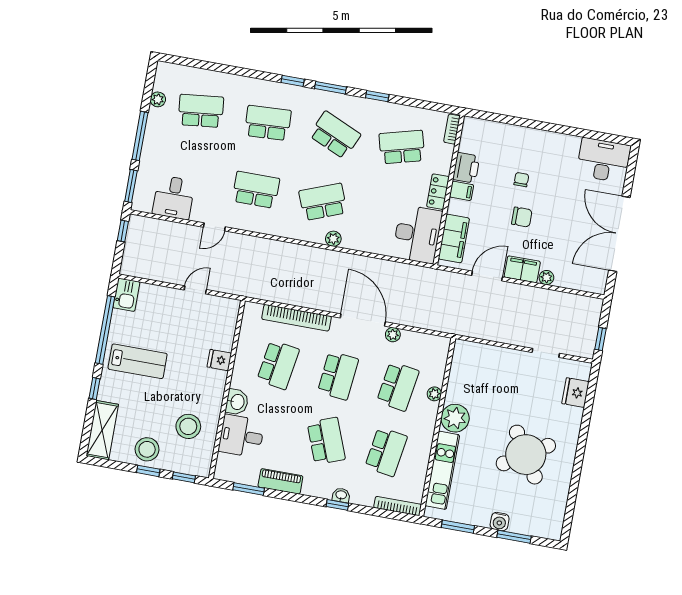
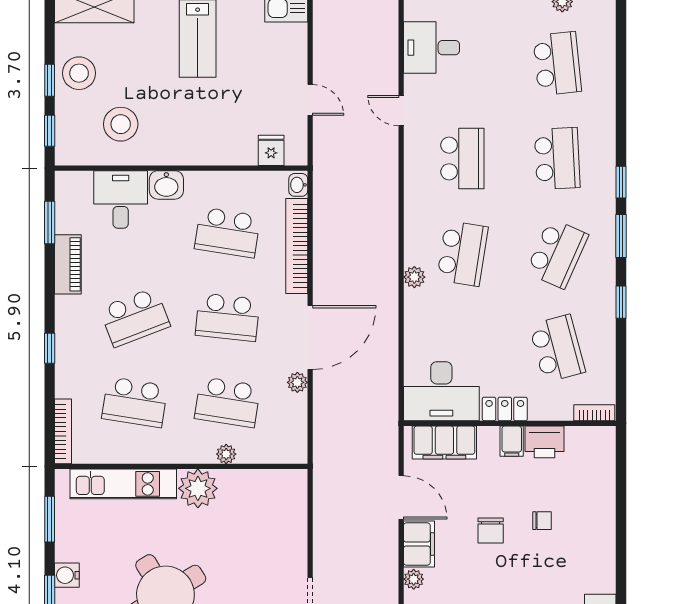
school desk: (323, 202) -> (462, 253), turned 30
fridge: (219, 360) -> (271, 150), moved
washbasin: (341, 495) -> (298, 185), moved, turned 180

